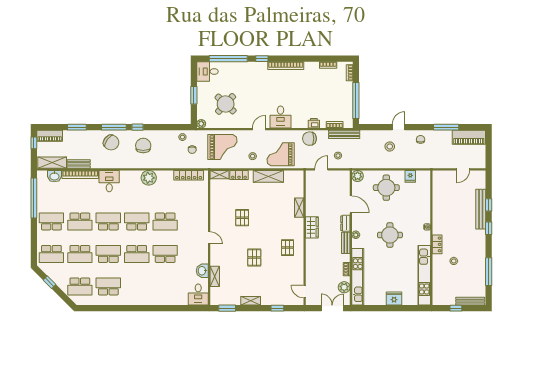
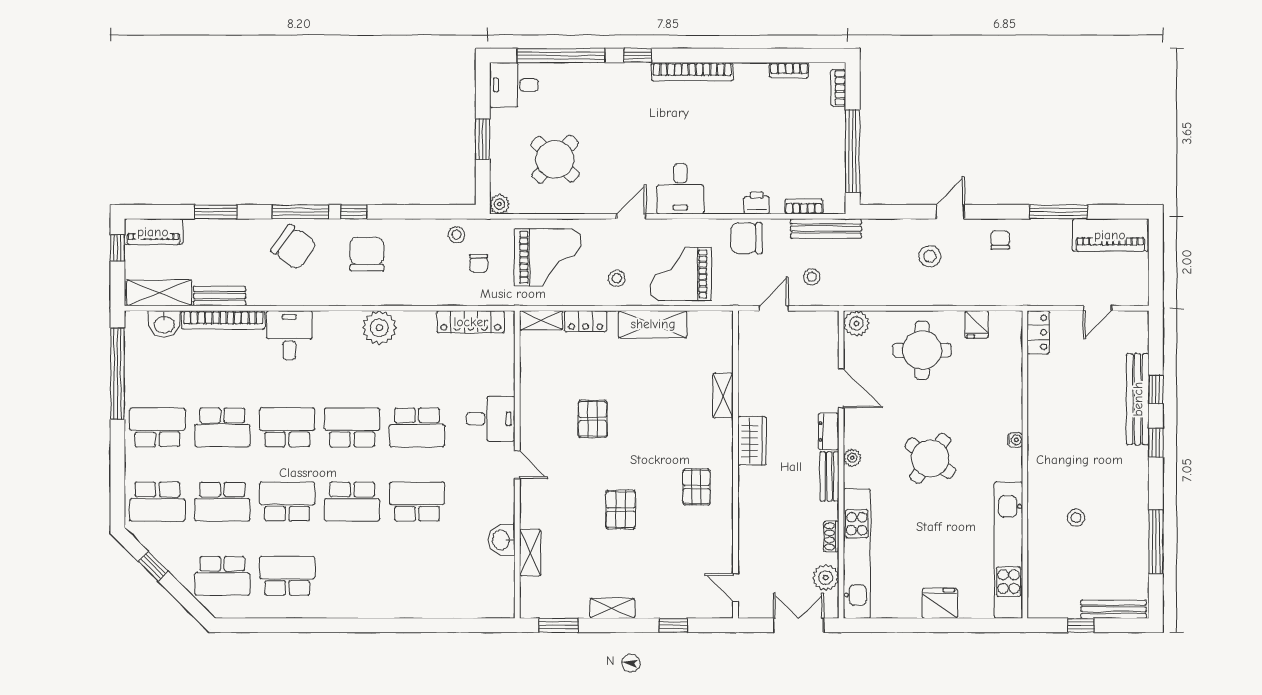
round table: (390, 235) -> (930, 458), turned 36
locker: (437, 244) -> (1038, 332), moved
desk: (198, 295) -> (491, 419), moved, turned -90

